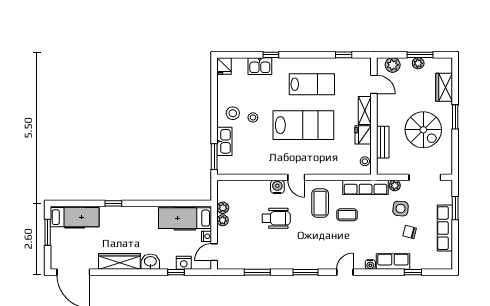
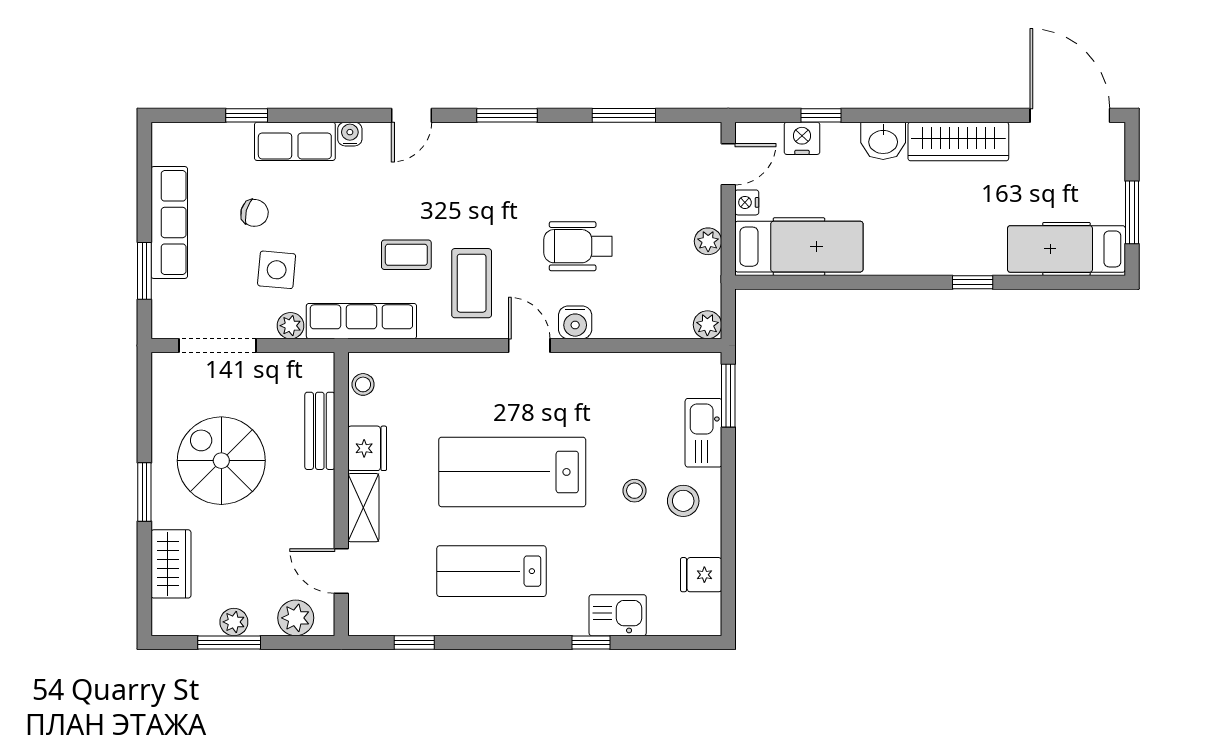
fridge: (224, 66) -> (701, 575), moved, turned -90
plant: (223, 208) -> (707, 325), moved

